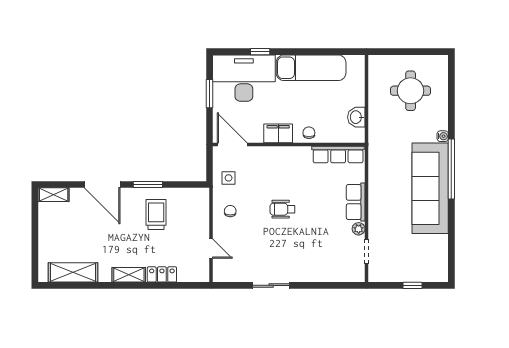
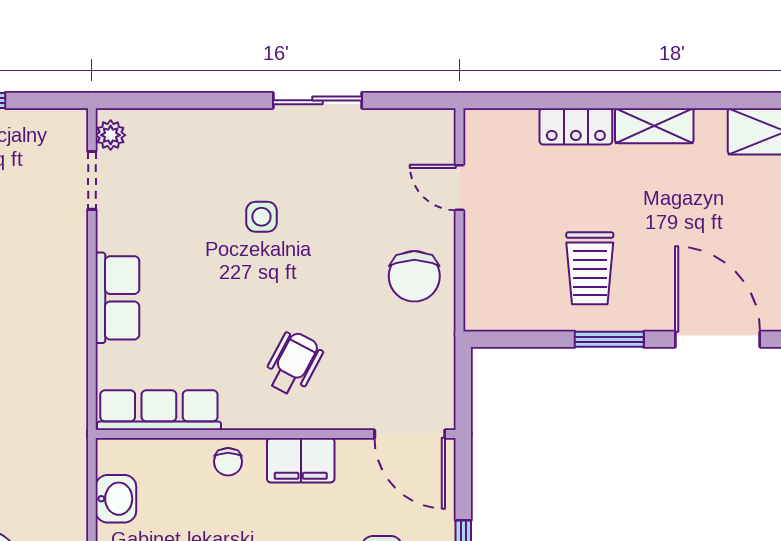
side table: (229, 178) -> (261, 217), moved
wheelchair: (283, 209) -> (293, 364), moved, turned -62
chair: (230, 211) -> (414, 276), width x1.87, depth x1.87
plant: (359, 229) -> (111, 135), moved

